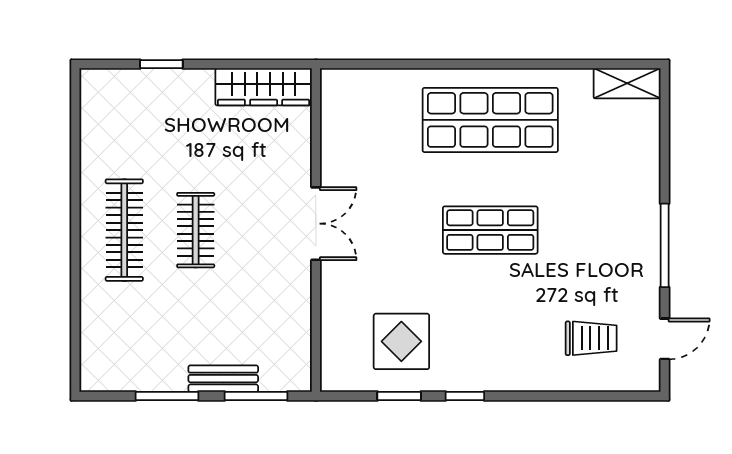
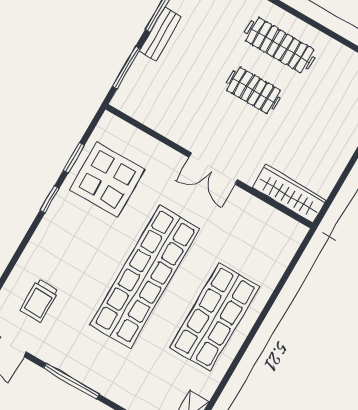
wardrobe: (264, 87) -> (289, 194), moved, turned 90
shop shelf: (490, 230) -> (145, 276), width x2.00, depth x1.36
display table: (401, 341) -> (107, 179), width x1.36, depth x1.36
bench: (223, 379) -> (161, 34), moved

